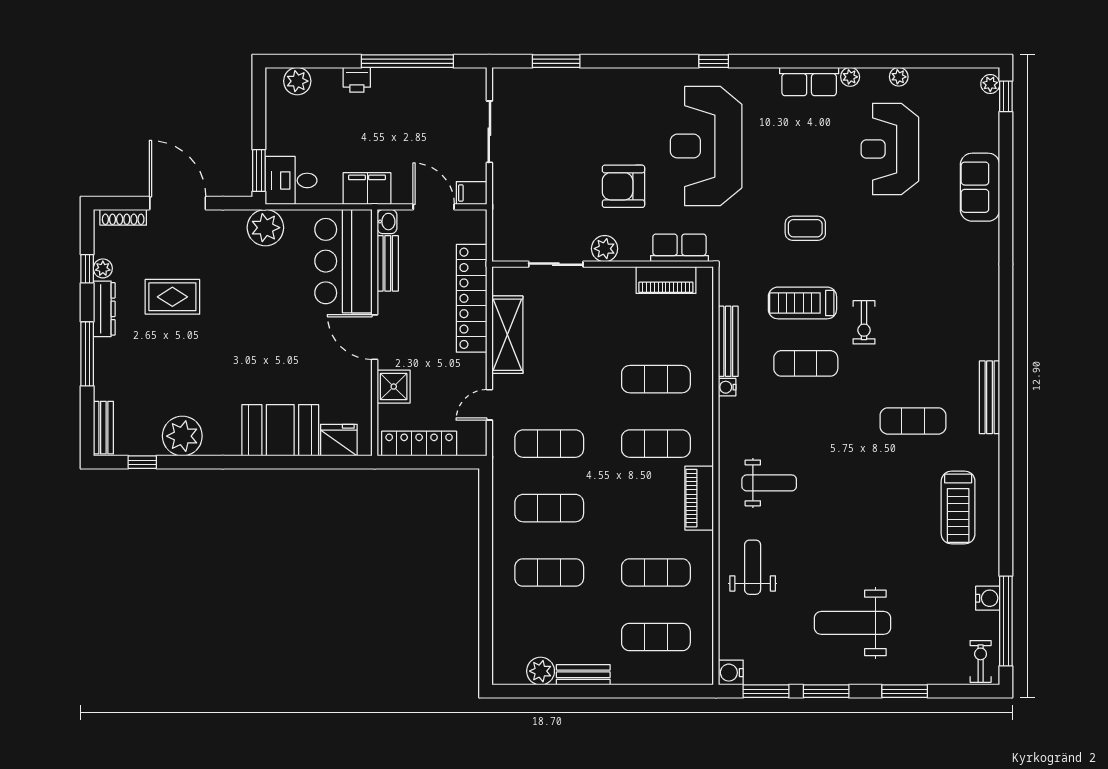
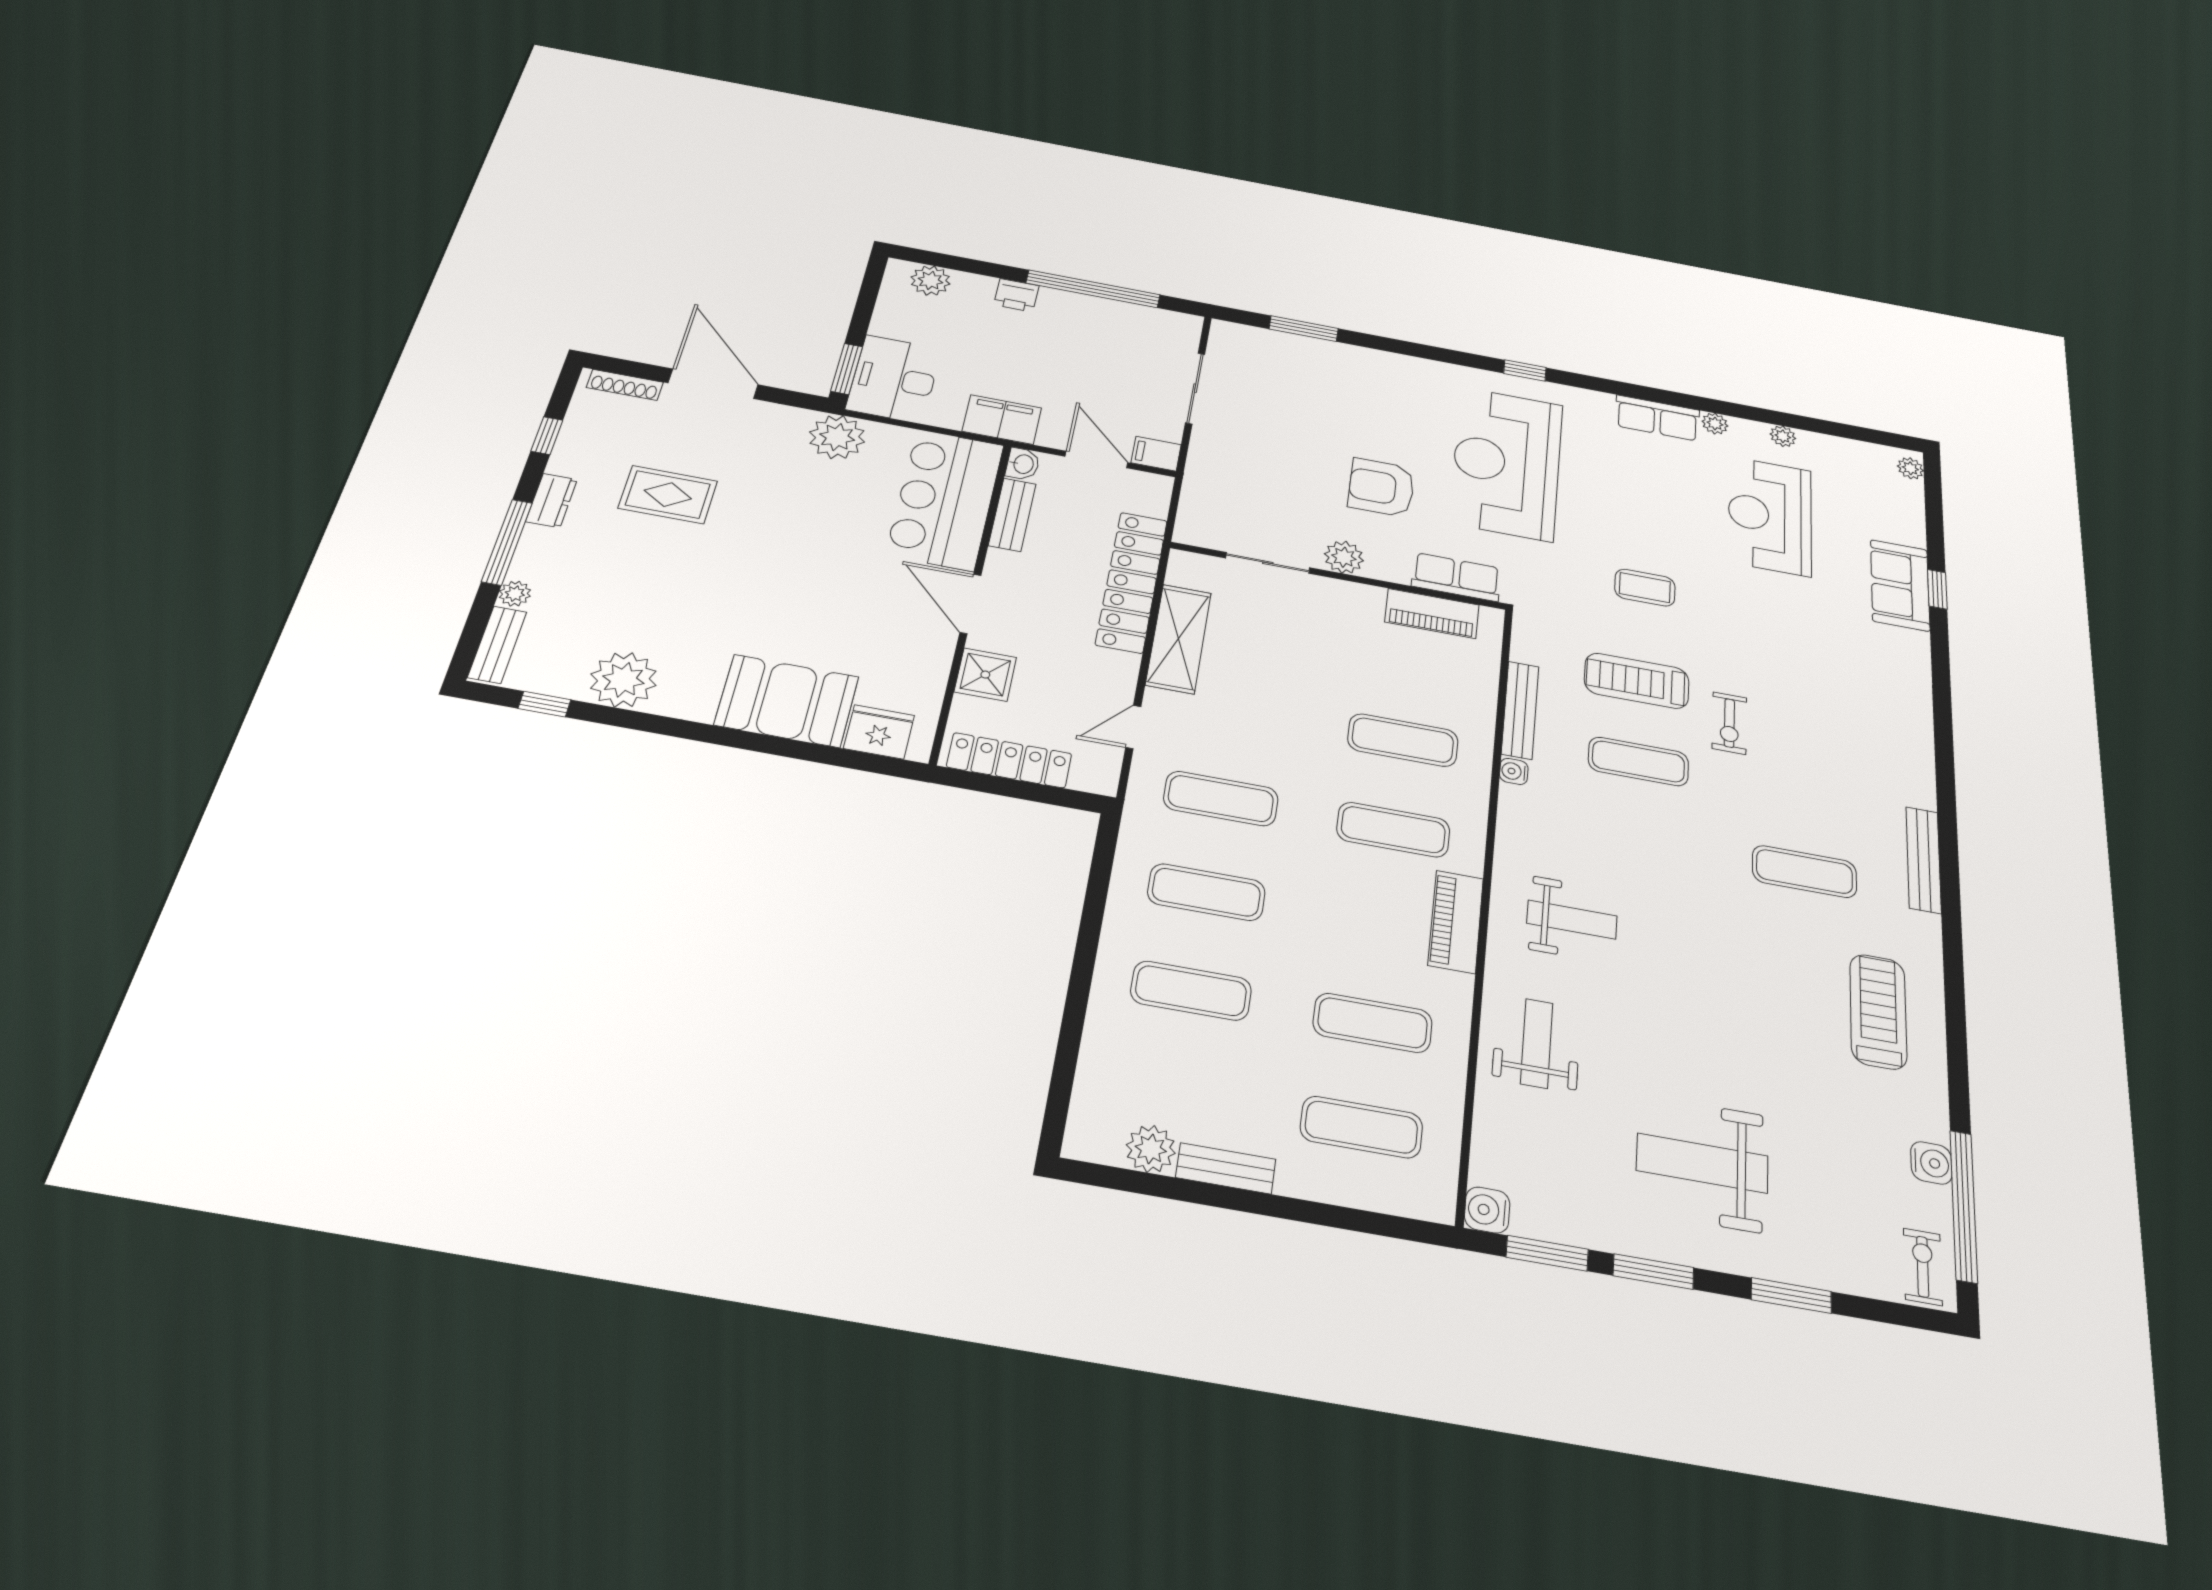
window: (1006, 96) -> (1937, 589), moved
desk: (291, 180) -> (894, 379), width x1.37
plant: (103, 268) -> (515, 594), moved
dresser: (104, 309) -> (551, 500), width x0.70
treadmill: (958, 508) -> (1878, 1011), turned 180

